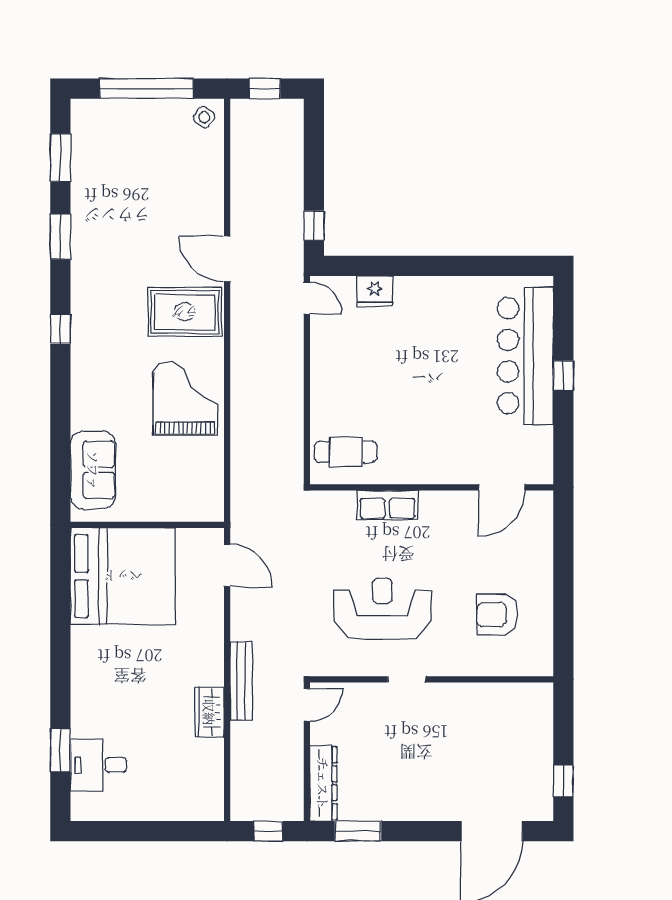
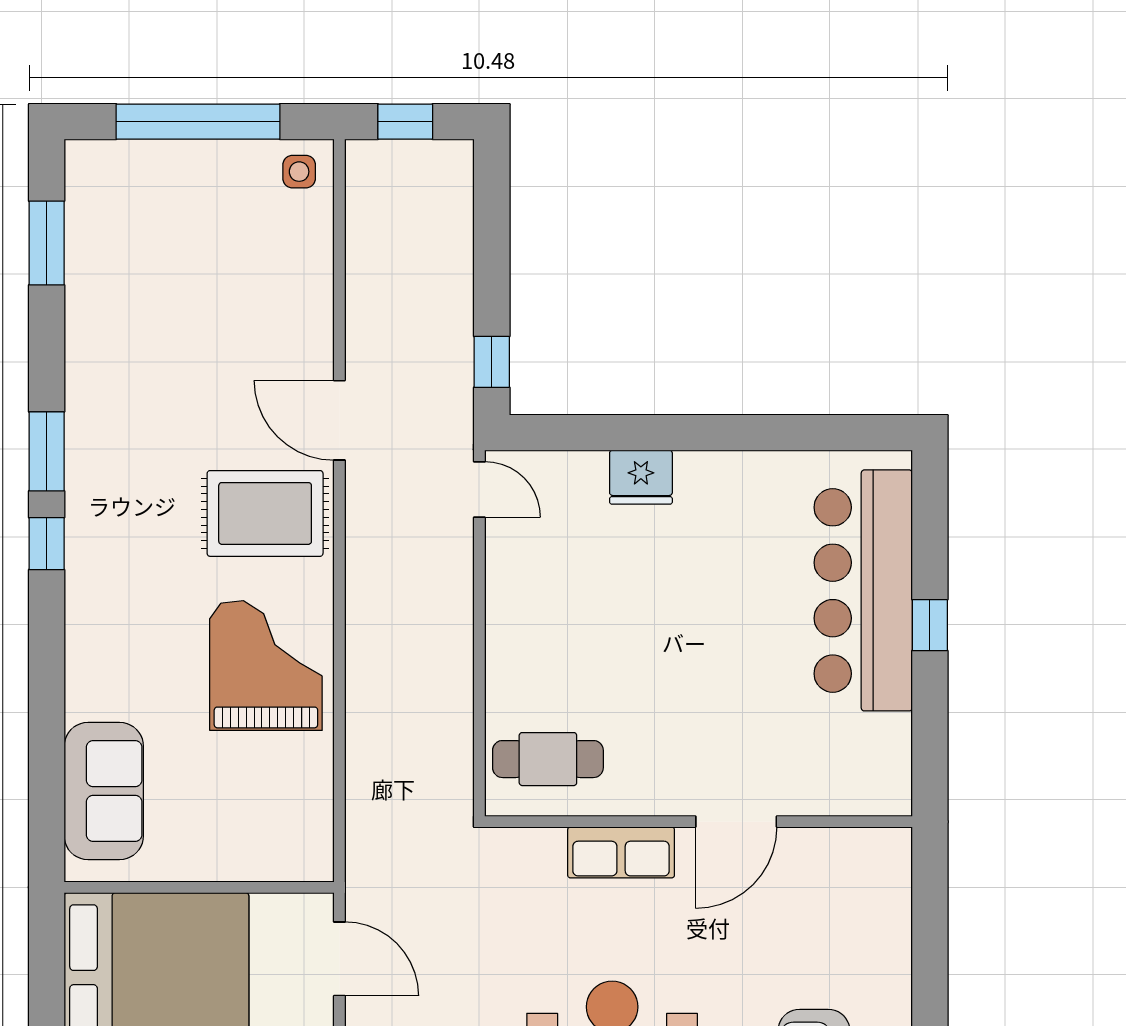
side table: (204, 117) -> (299, 172), turned -38
window: (60, 237) -> (47, 451), moved
fridge: (375, 291) -> (641, 477), moved
door: (502, 487) -> (736, 822), moved

